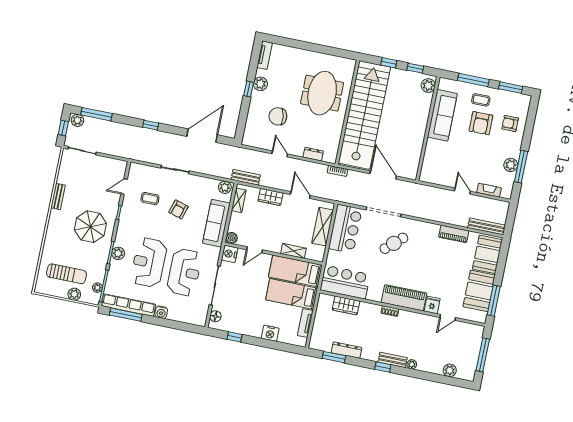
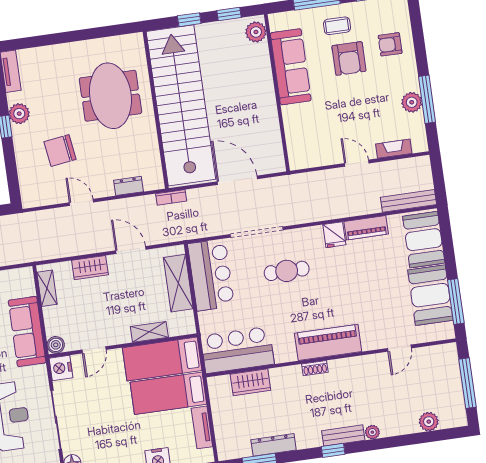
bench: (246, 177) -> (45, 252), removed
plant: (225, 187) -> (21, 277), removed
cafe table: (394, 243) -> (287, 271), turned 42
fridge: (432, 305) -> (334, 235), moved, turned 180

